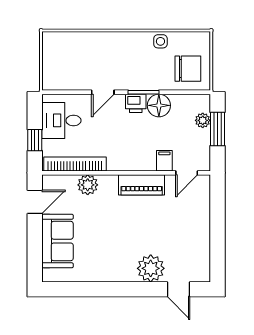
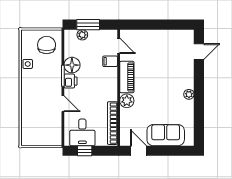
window: (35, 140) -> (85, 151), moved
plant: (88, 185) -> (127, 101), moved
plant: (151, 268) -> (189, 94), moved, width x0.53, depth x0.53

